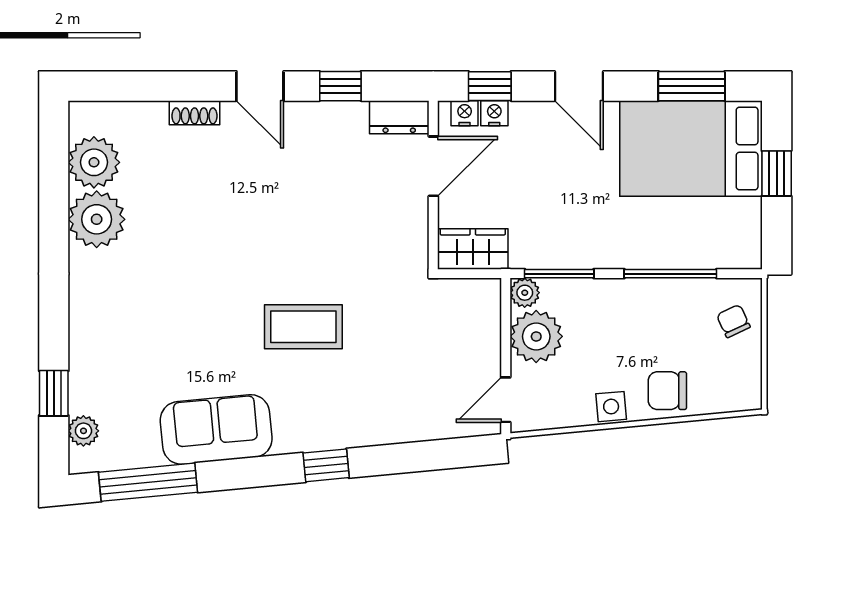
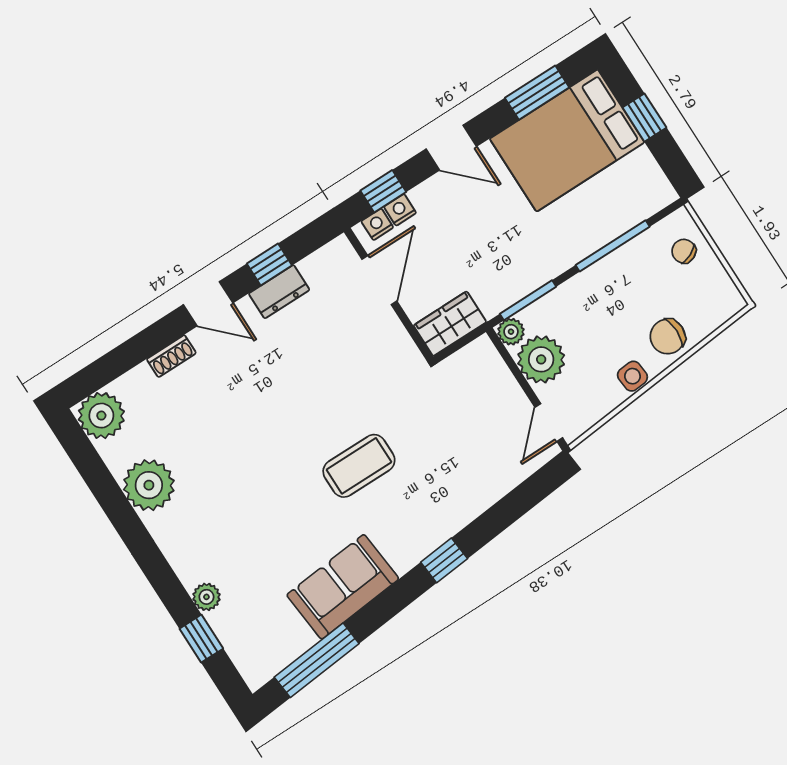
dresser: (399, 117) -> (279, 292), moved
plant: (94, 162) -> (101, 416), moved
plant: (83, 431) -> (206, 597), moved

